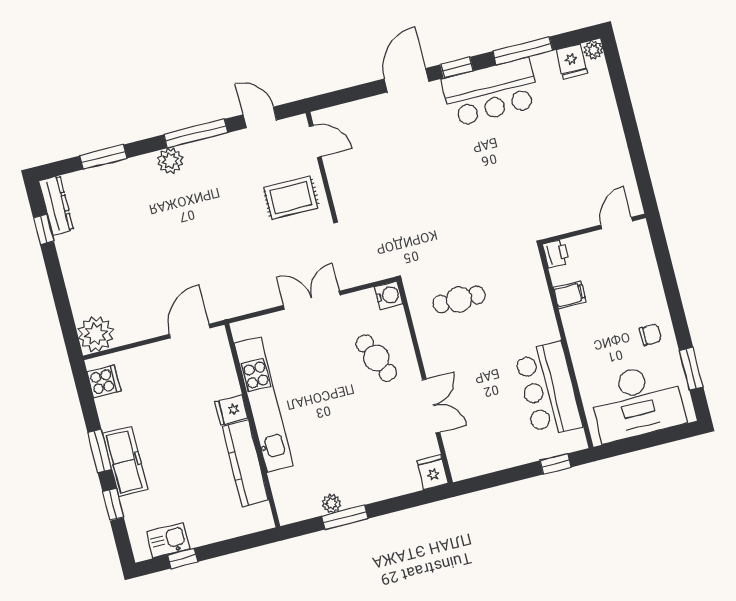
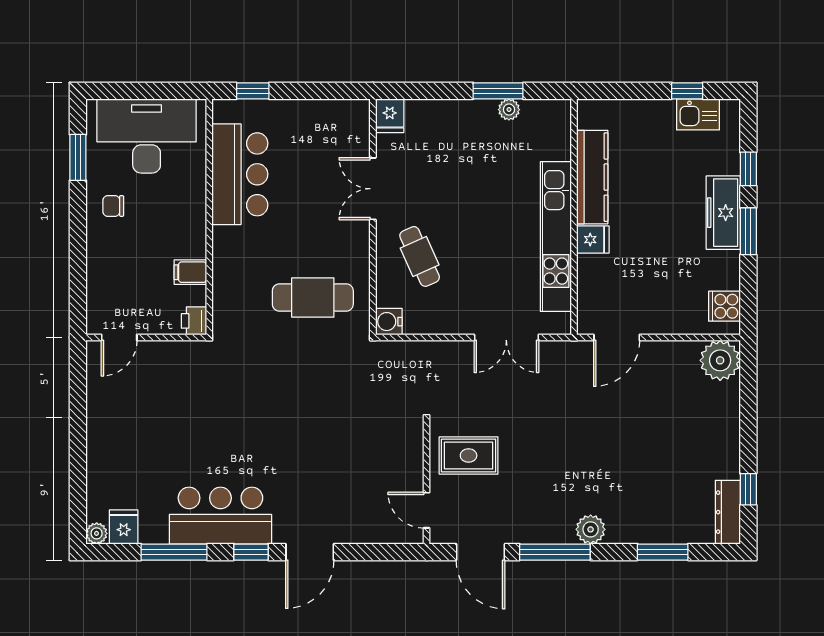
door: (260, 117) -> (481, 552), width x1.37
cafe table: (459, 299) -> (313, 297), width x1.37, depth x1.35
double door: (312, 300) -> (506, 338), moved

